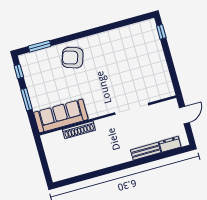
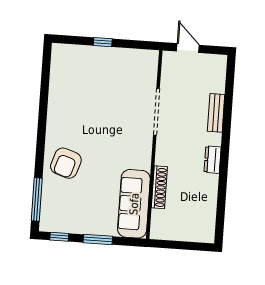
window: (161, 32) -> (103, 42), moved
window: (40, 46) -> (37, 199), width x1.44
dresser: (170, 144) -> (213, 160), moved

